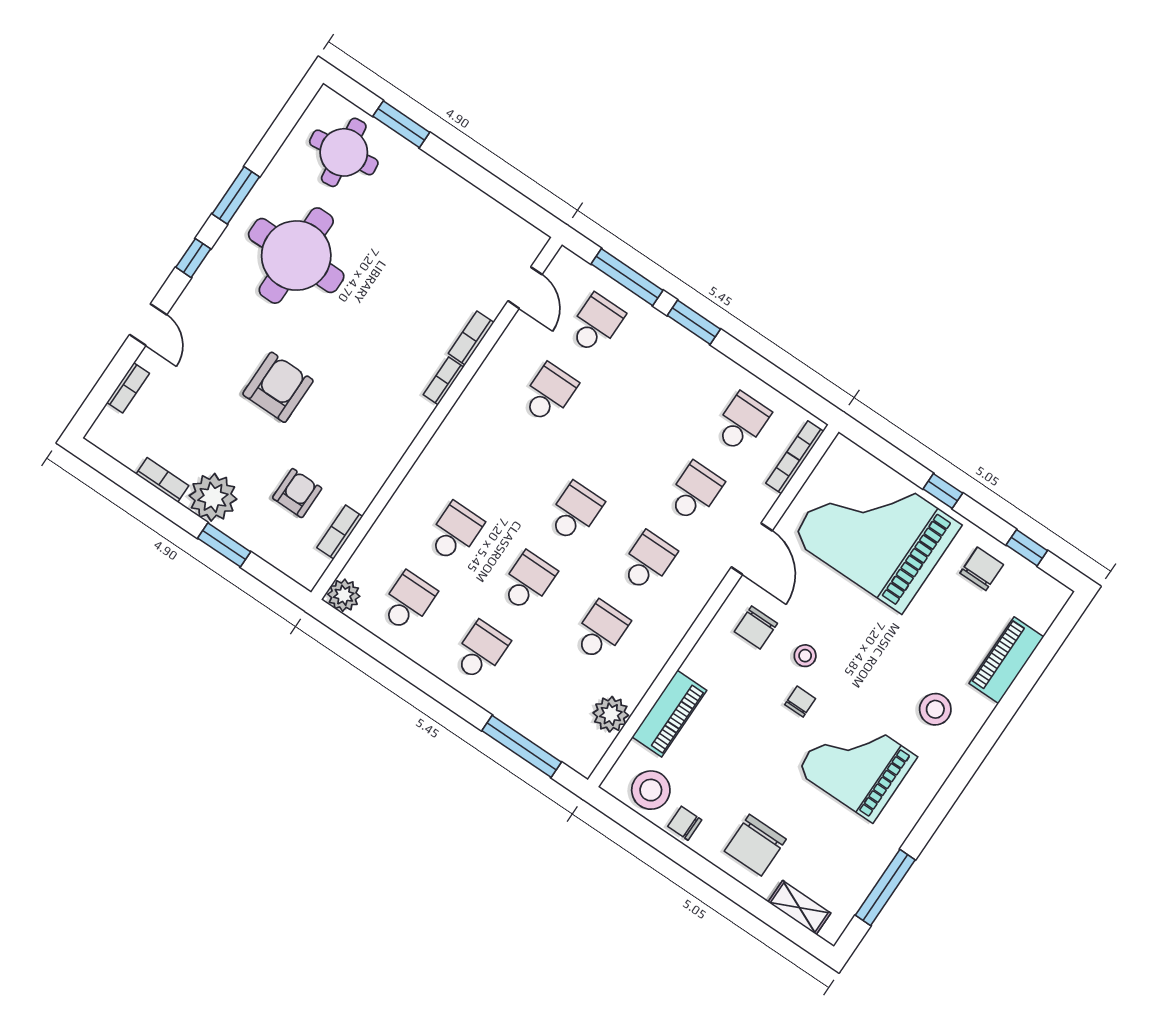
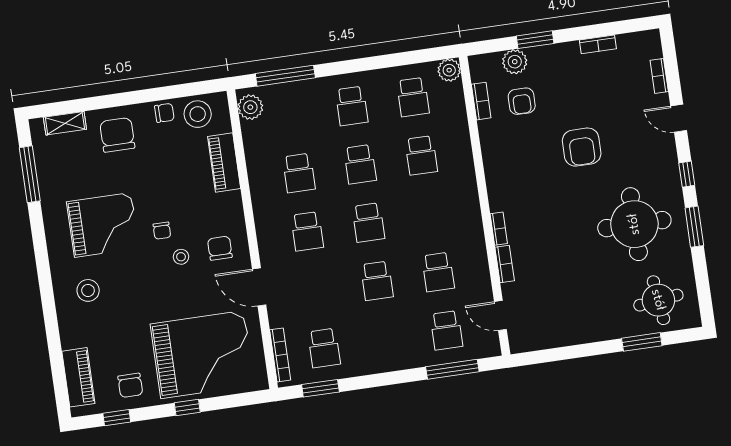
window: (694, 322) -> (320, 388), moved
school desk: (695, 492) -> (377, 281), moved
plant: (213, 497) -> (515, 62), moved, width x0.73, depth x0.73
piano: (1006, 660) -> (78, 377), moved
plant: (611, 714) -> (250, 107), moved

